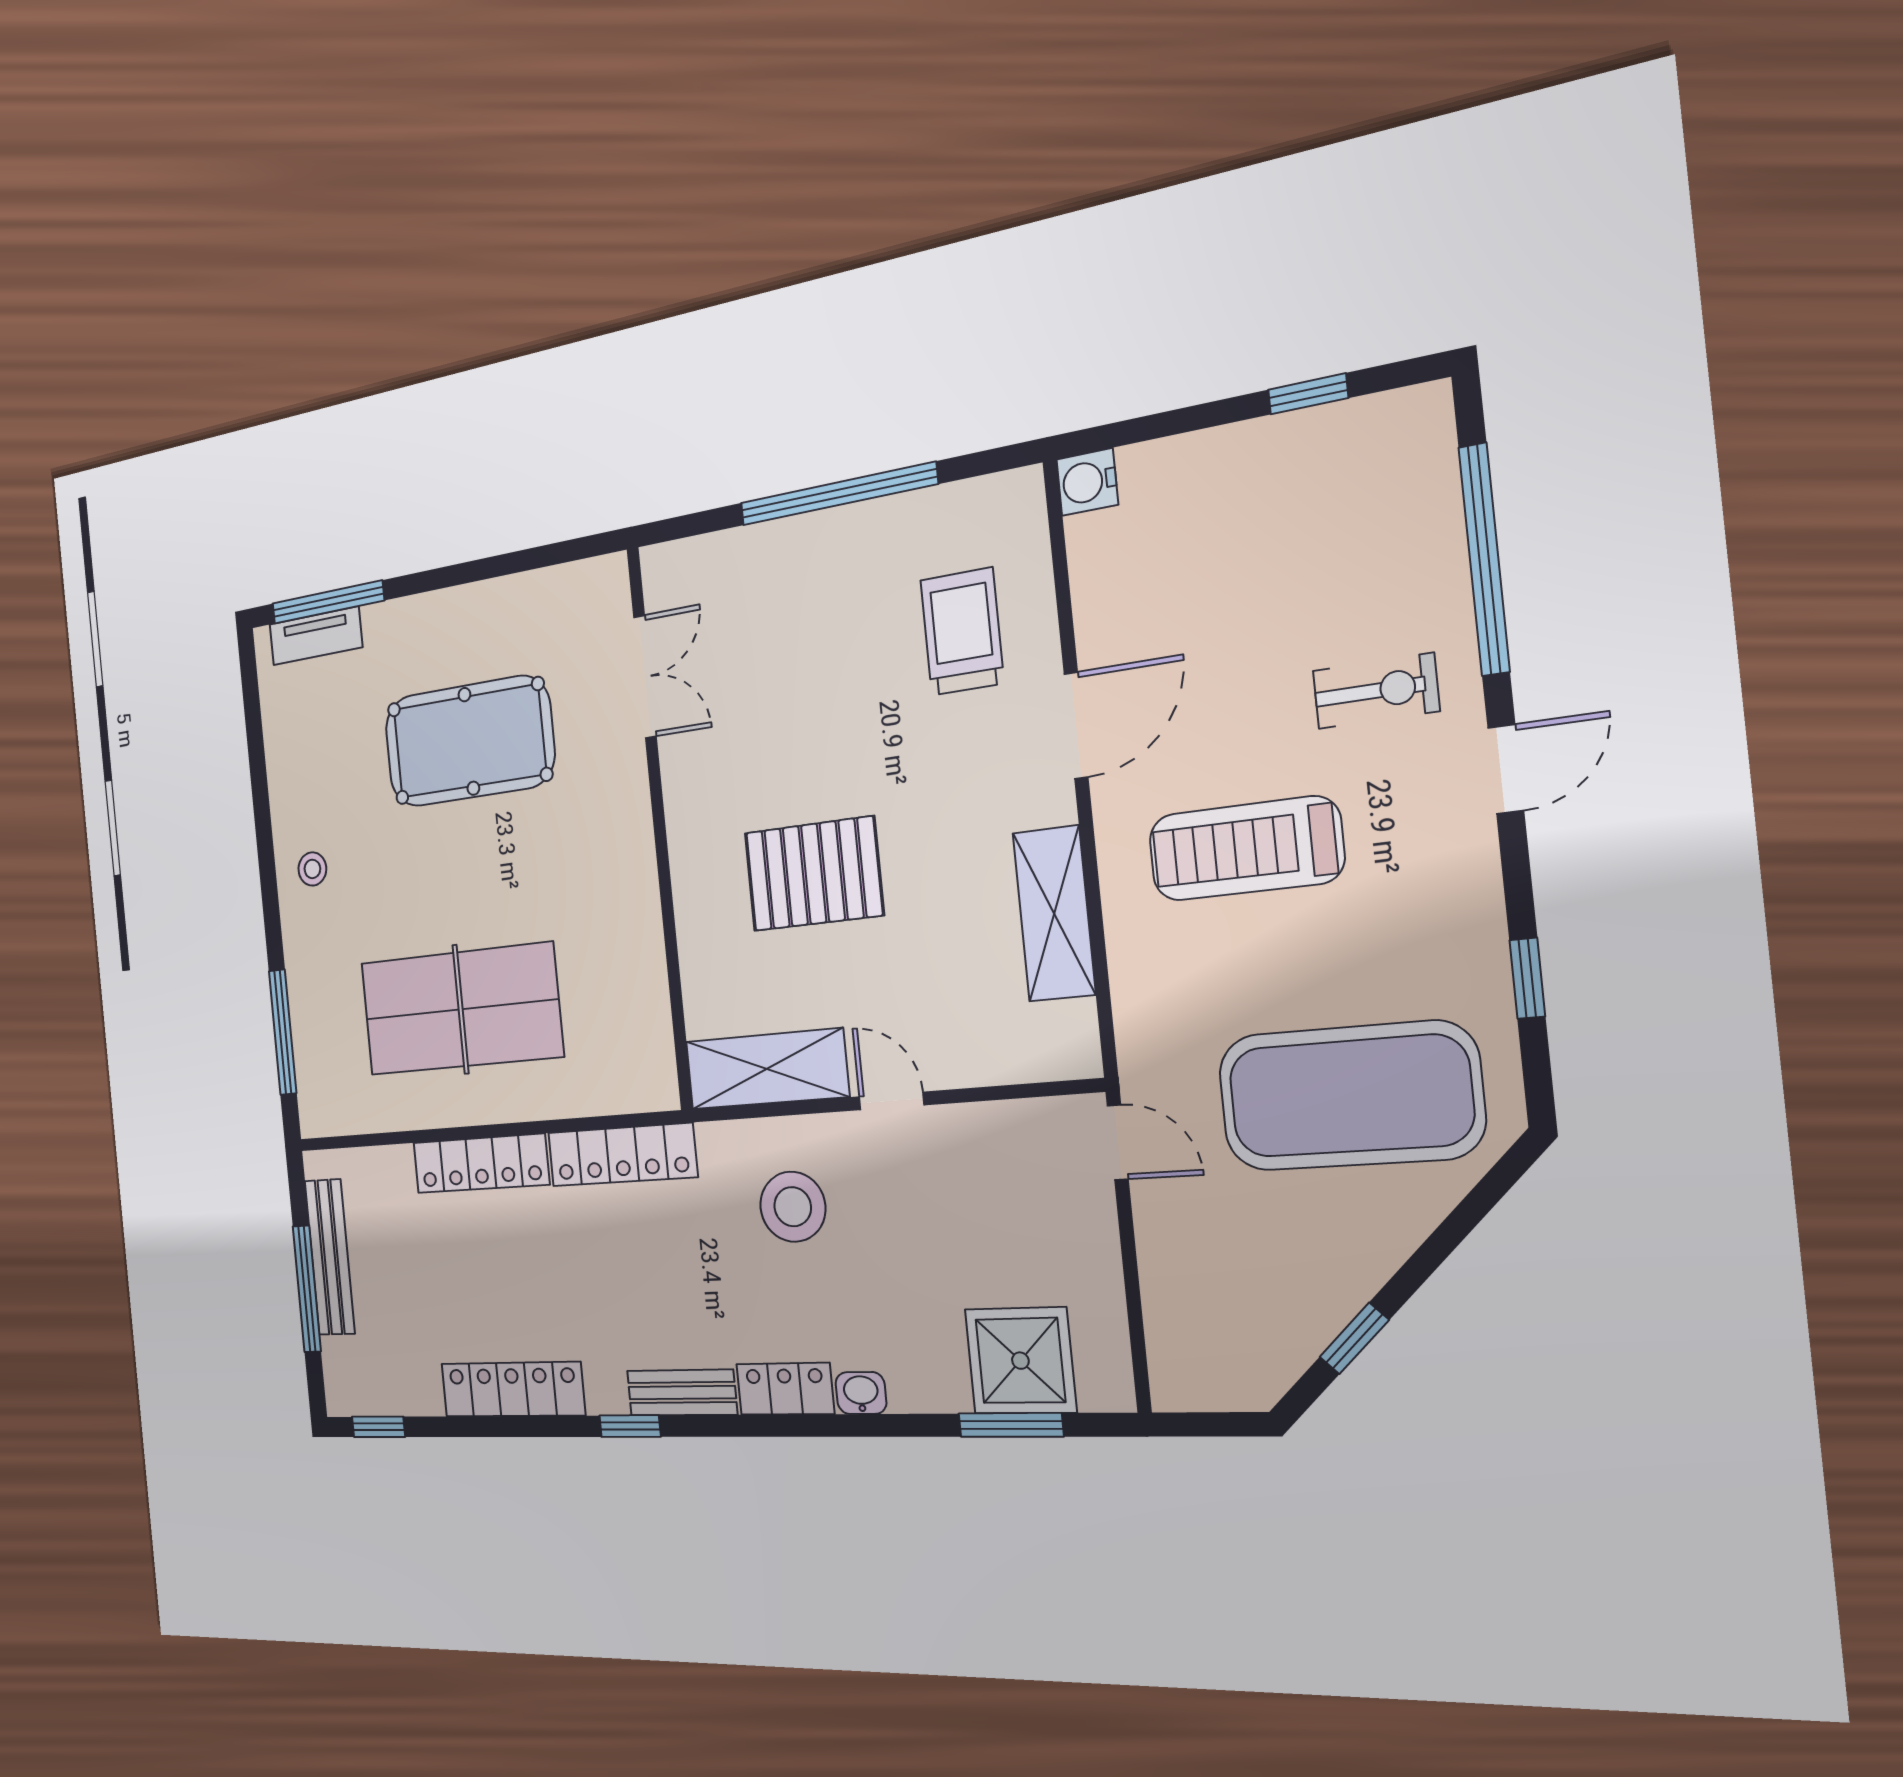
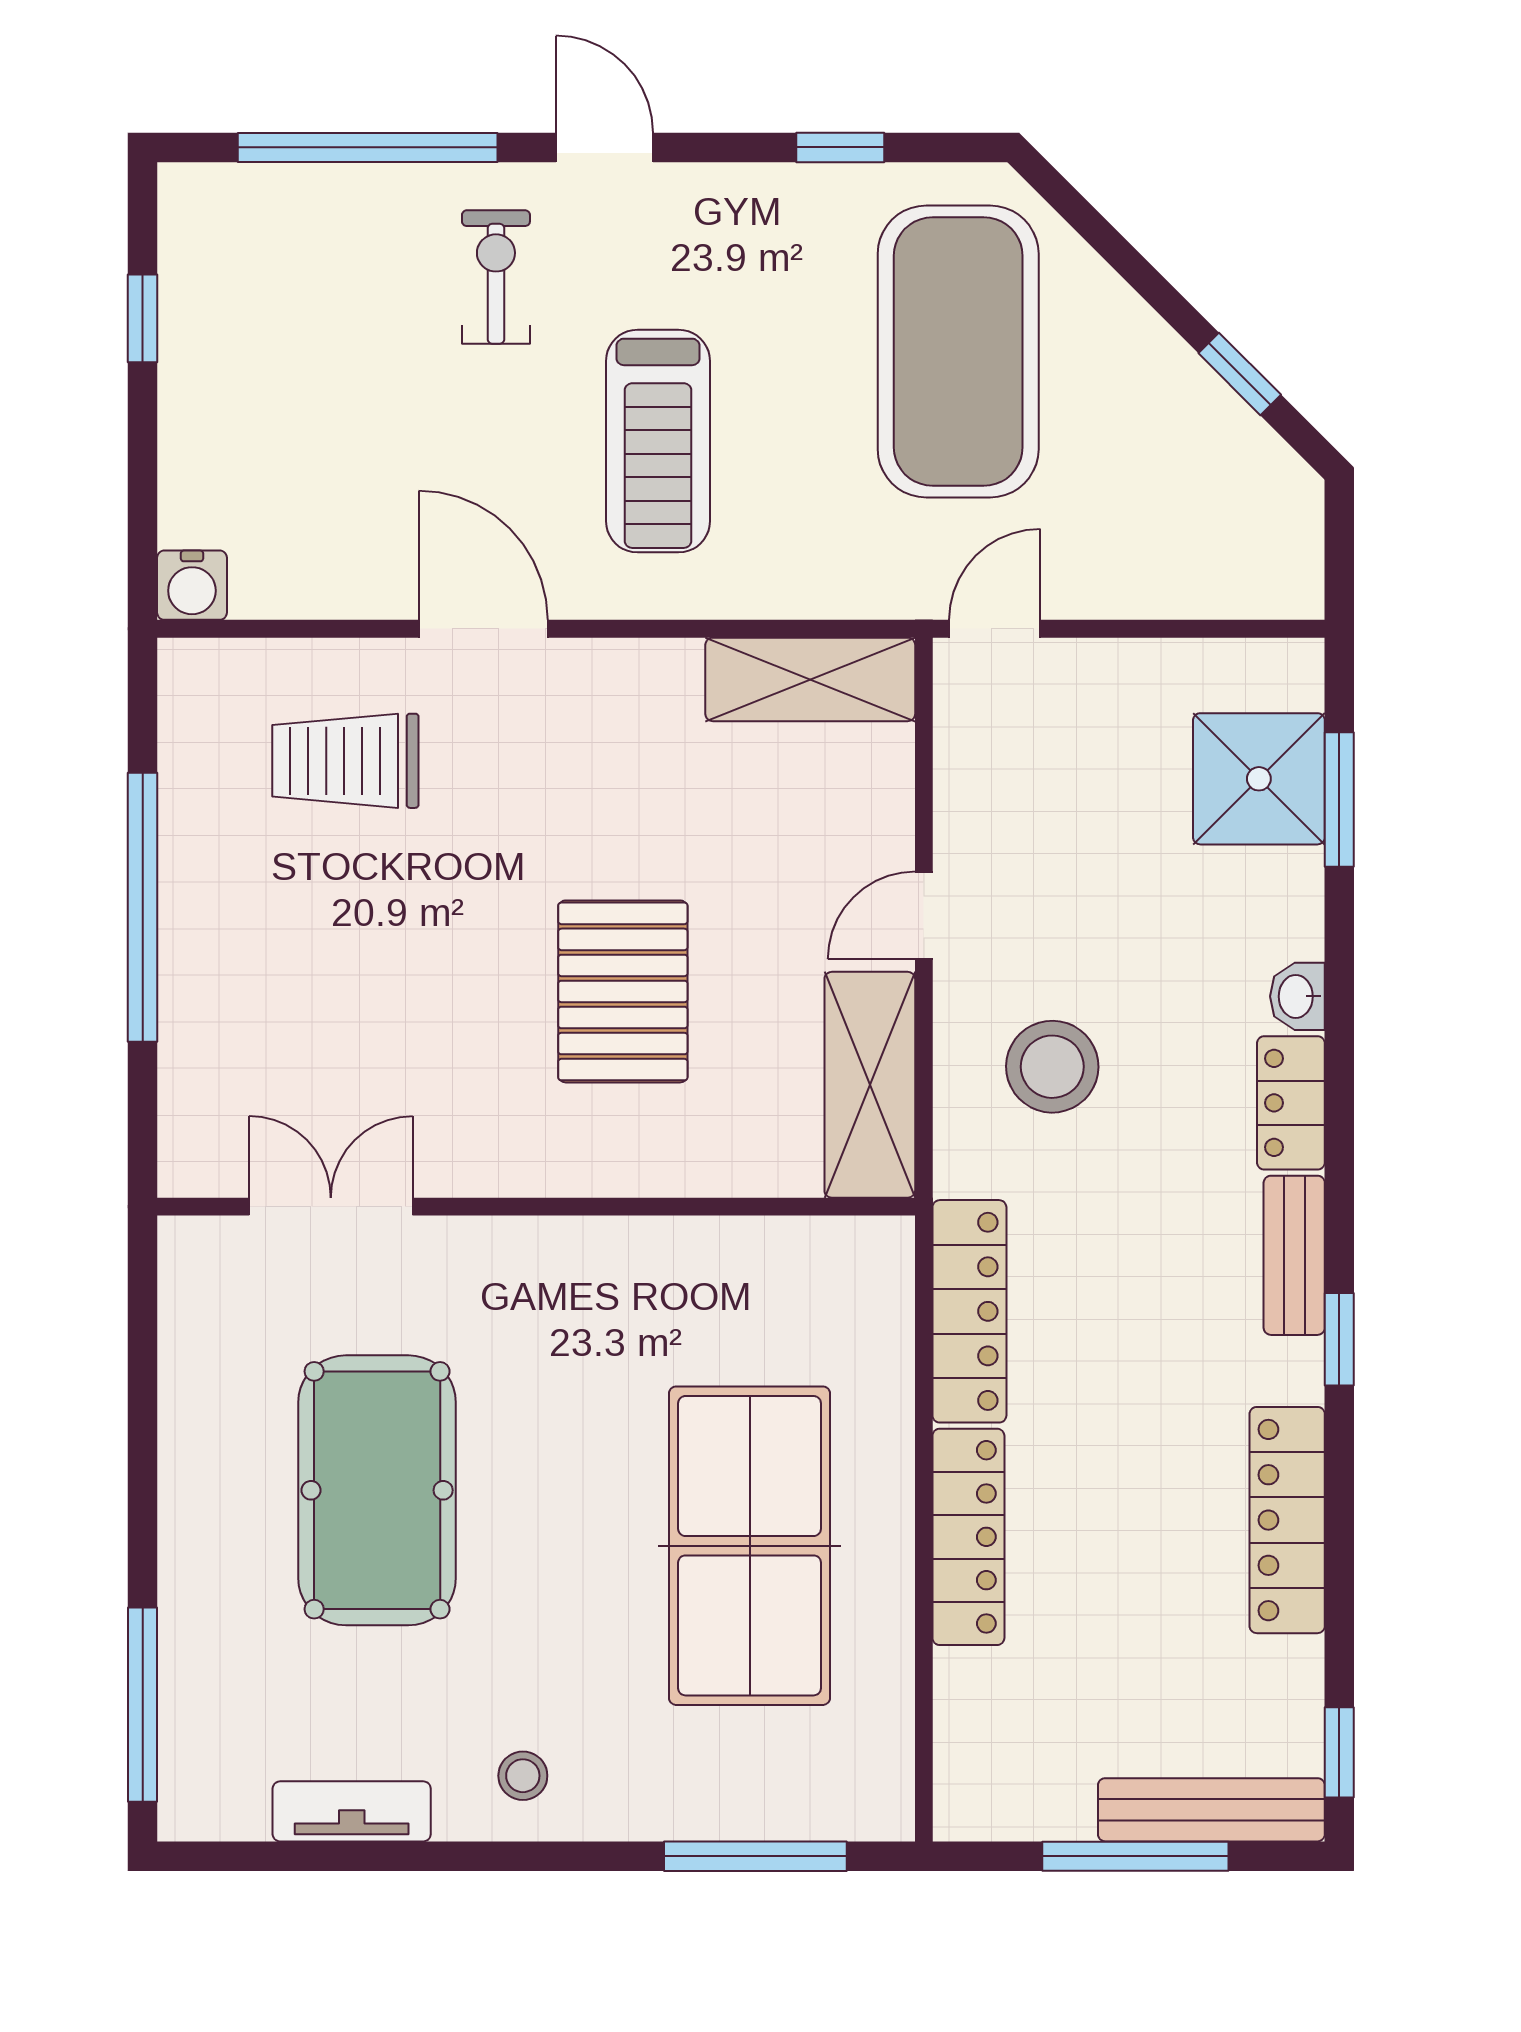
tv unit: (316, 636) -> (352, 1811), moved, turned -90
shelving: (1054, 914) -> (810, 679), moved
bench: (330, 1257) -> (1211, 1810), moved

